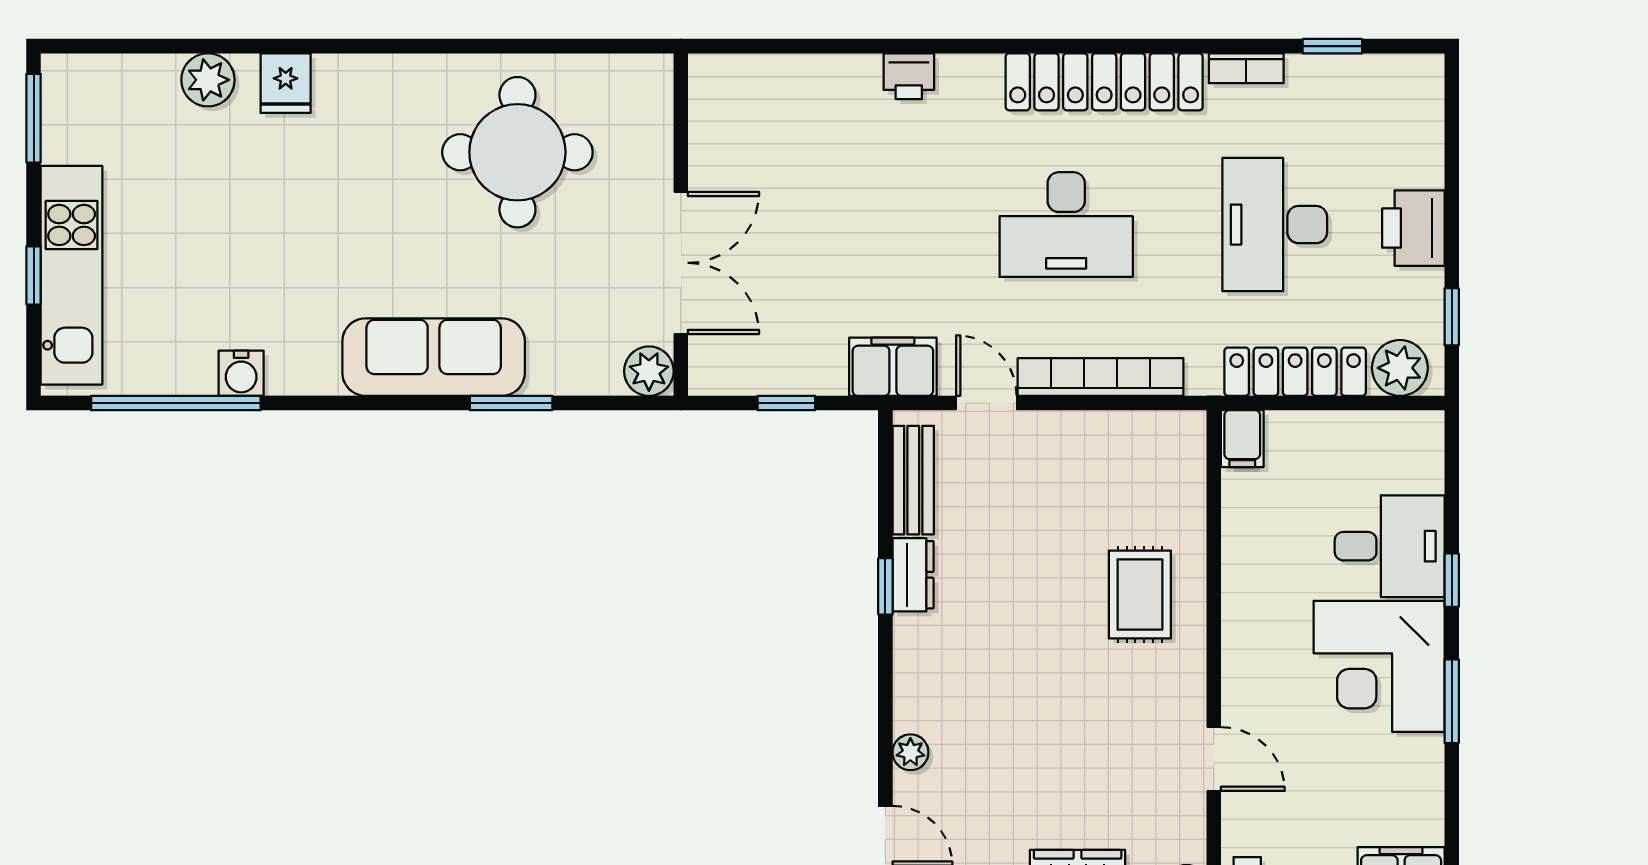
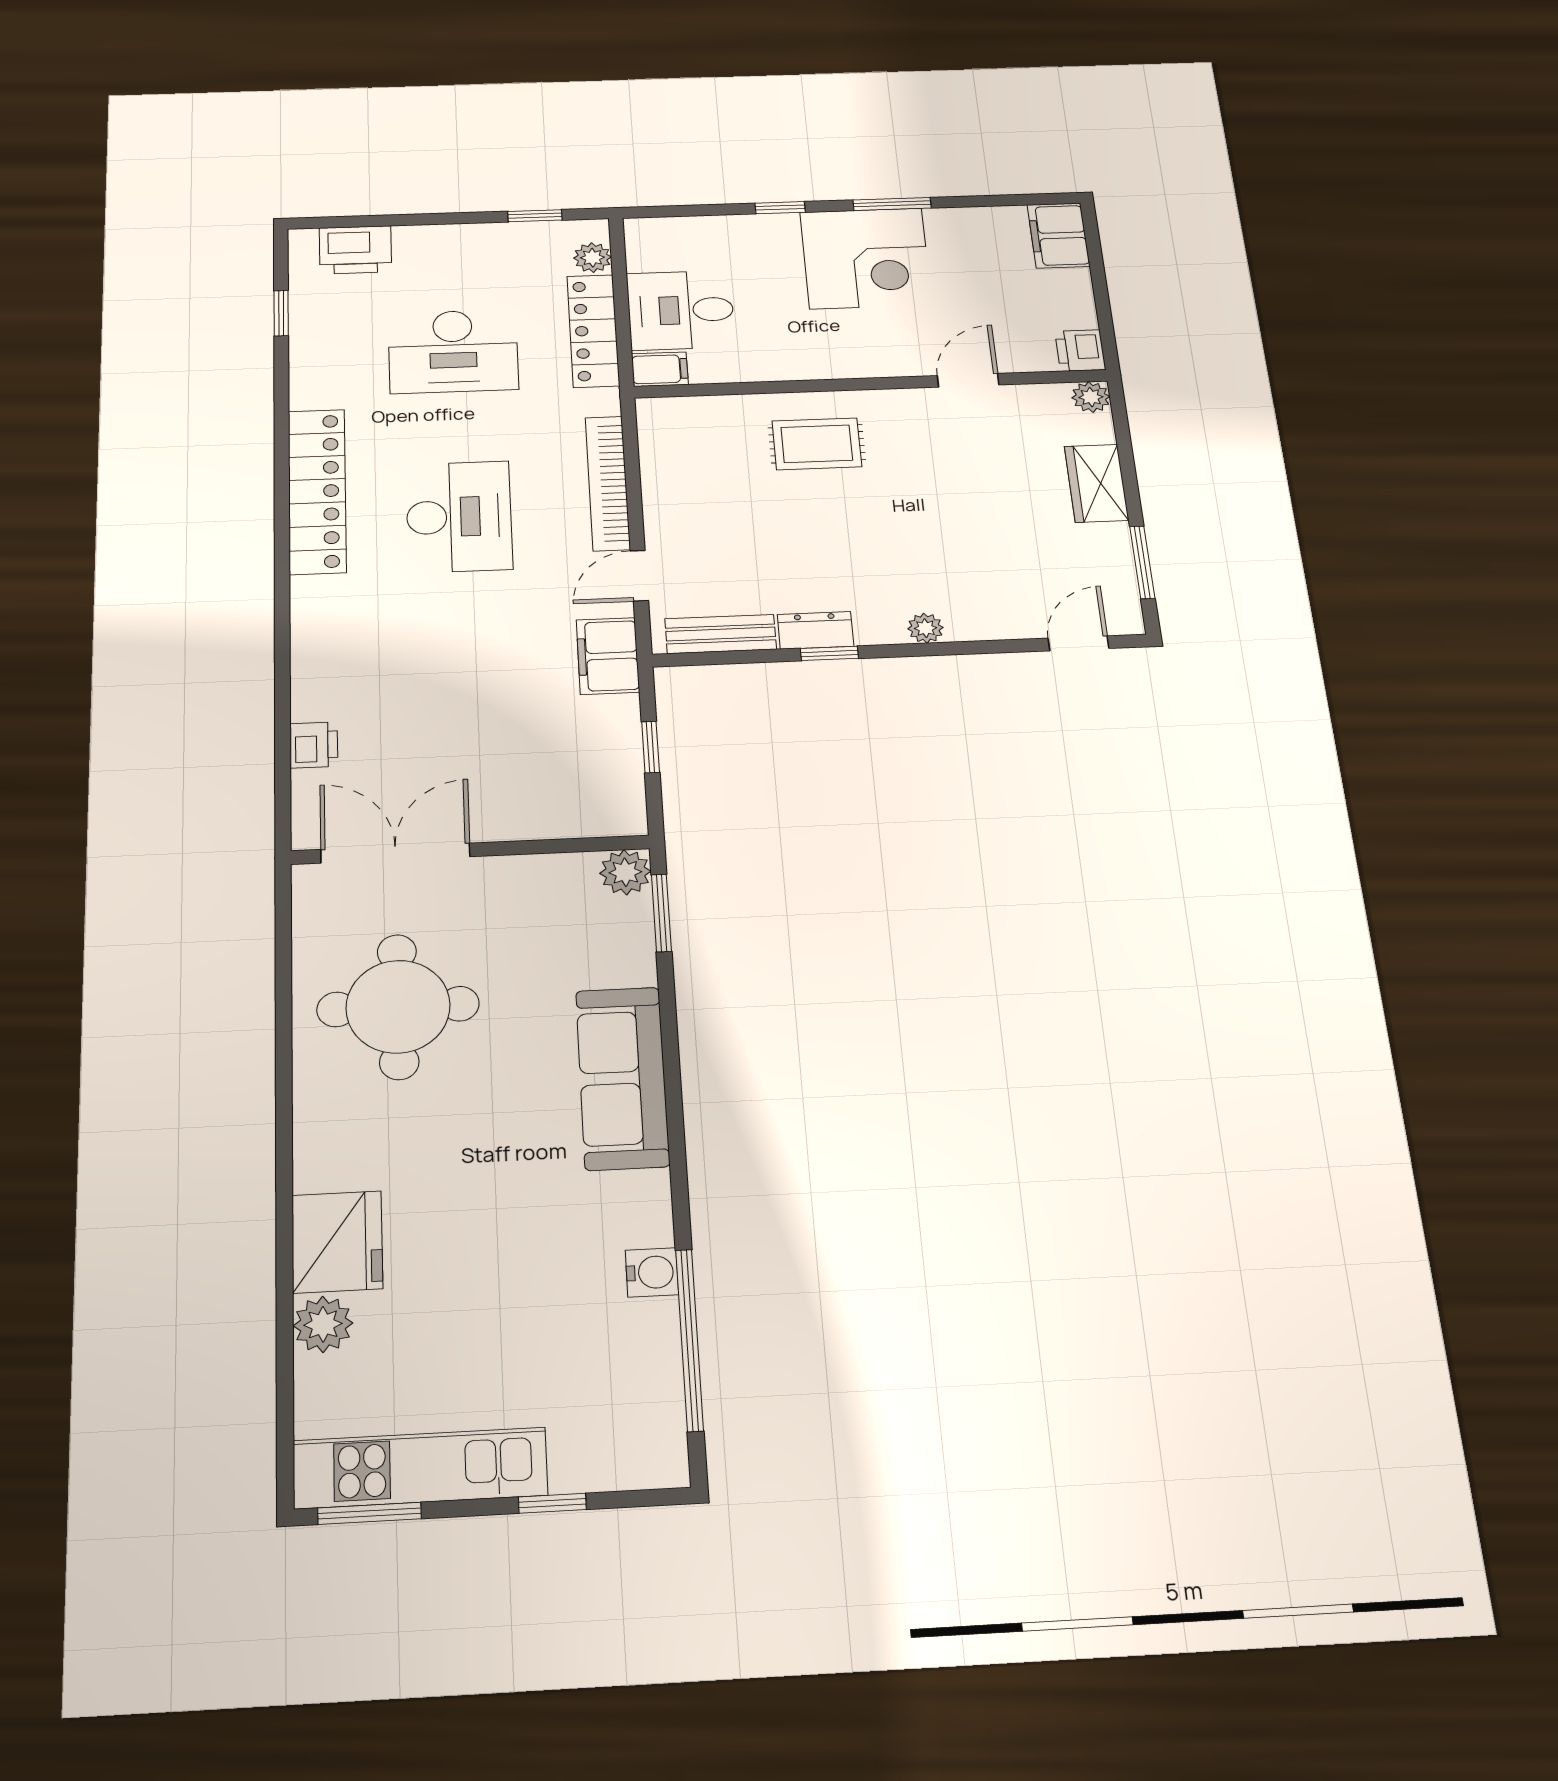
bookcase: (1246, 68) -> (303, 379), removed
printer: (909, 76) -> (314, 745), moved
fridge: (286, 83) -> (337, 1242), width x1.88, depth x1.34
printer: (1413, 228) -> (355, 250), moved
double door: (681, 263) -> (395, 853), moved
kitchen unit: (72, 275) -> (420, 1468), moved
plant: (1400, 368) -> (592, 258), width x0.73, depth x0.73
window: (511, 403) -> (661, 913), moved
desk: (1390, 546) -> (681, 310), moved, turned -90
plant: (910, 752) -> (925, 628), moved

